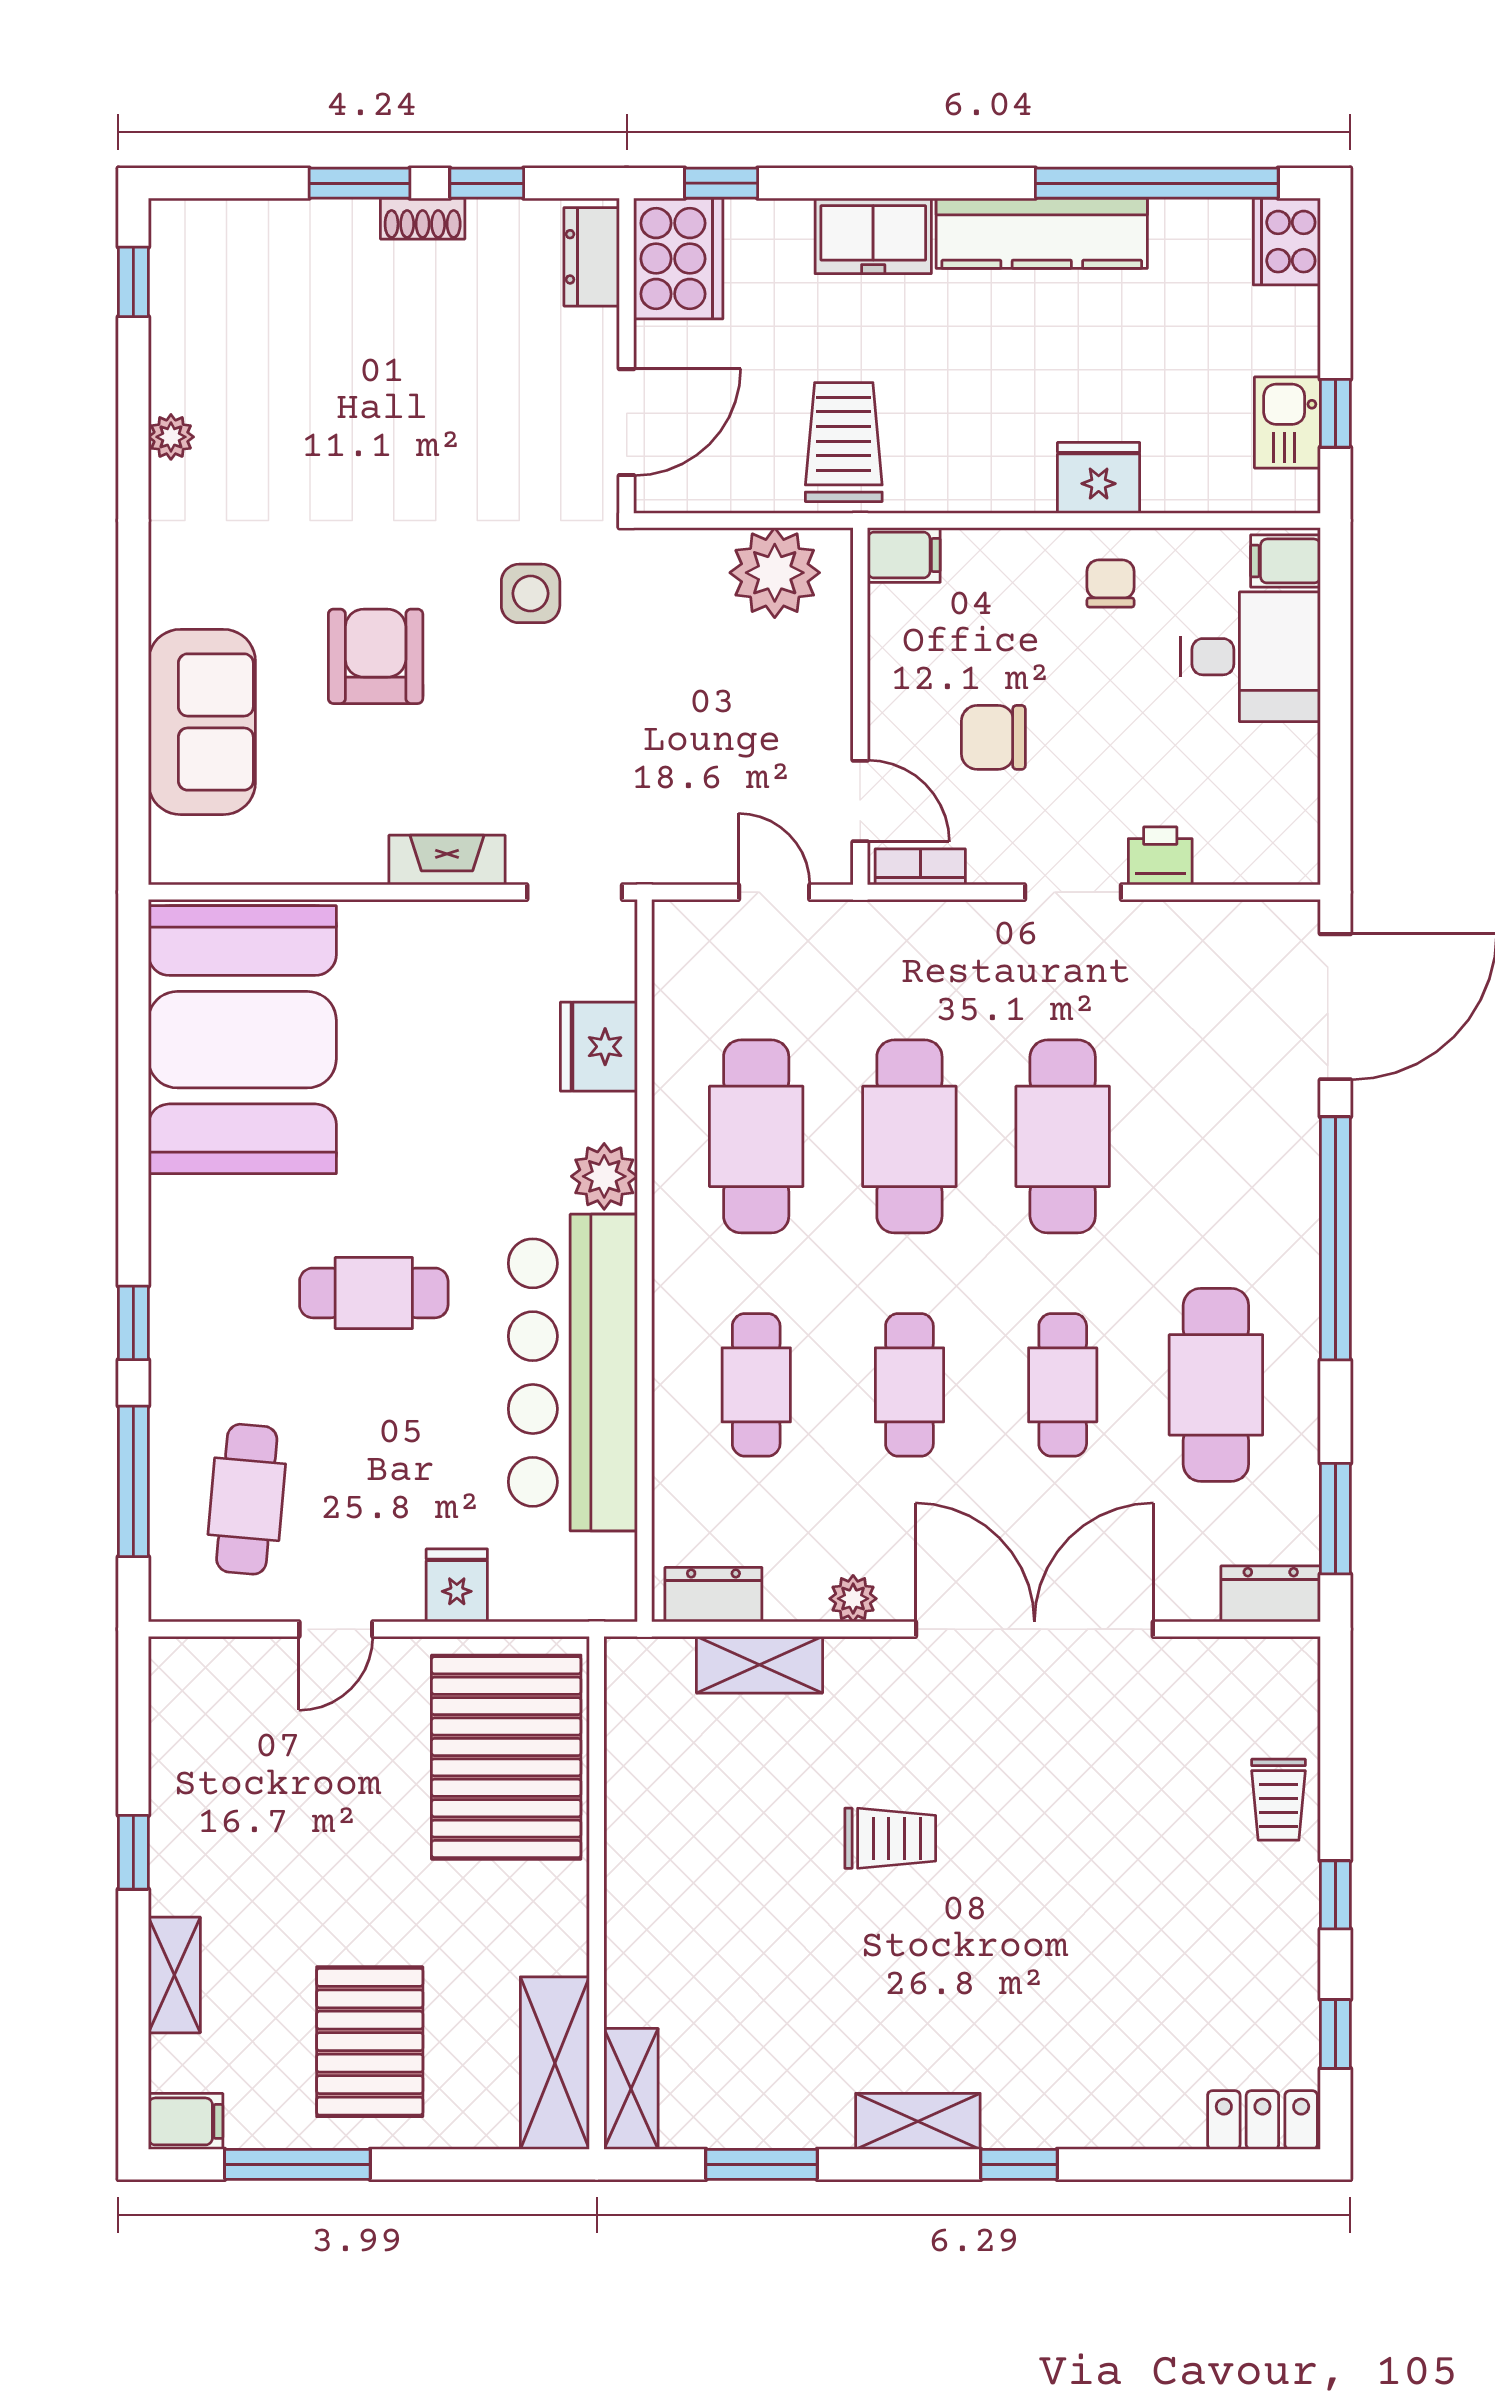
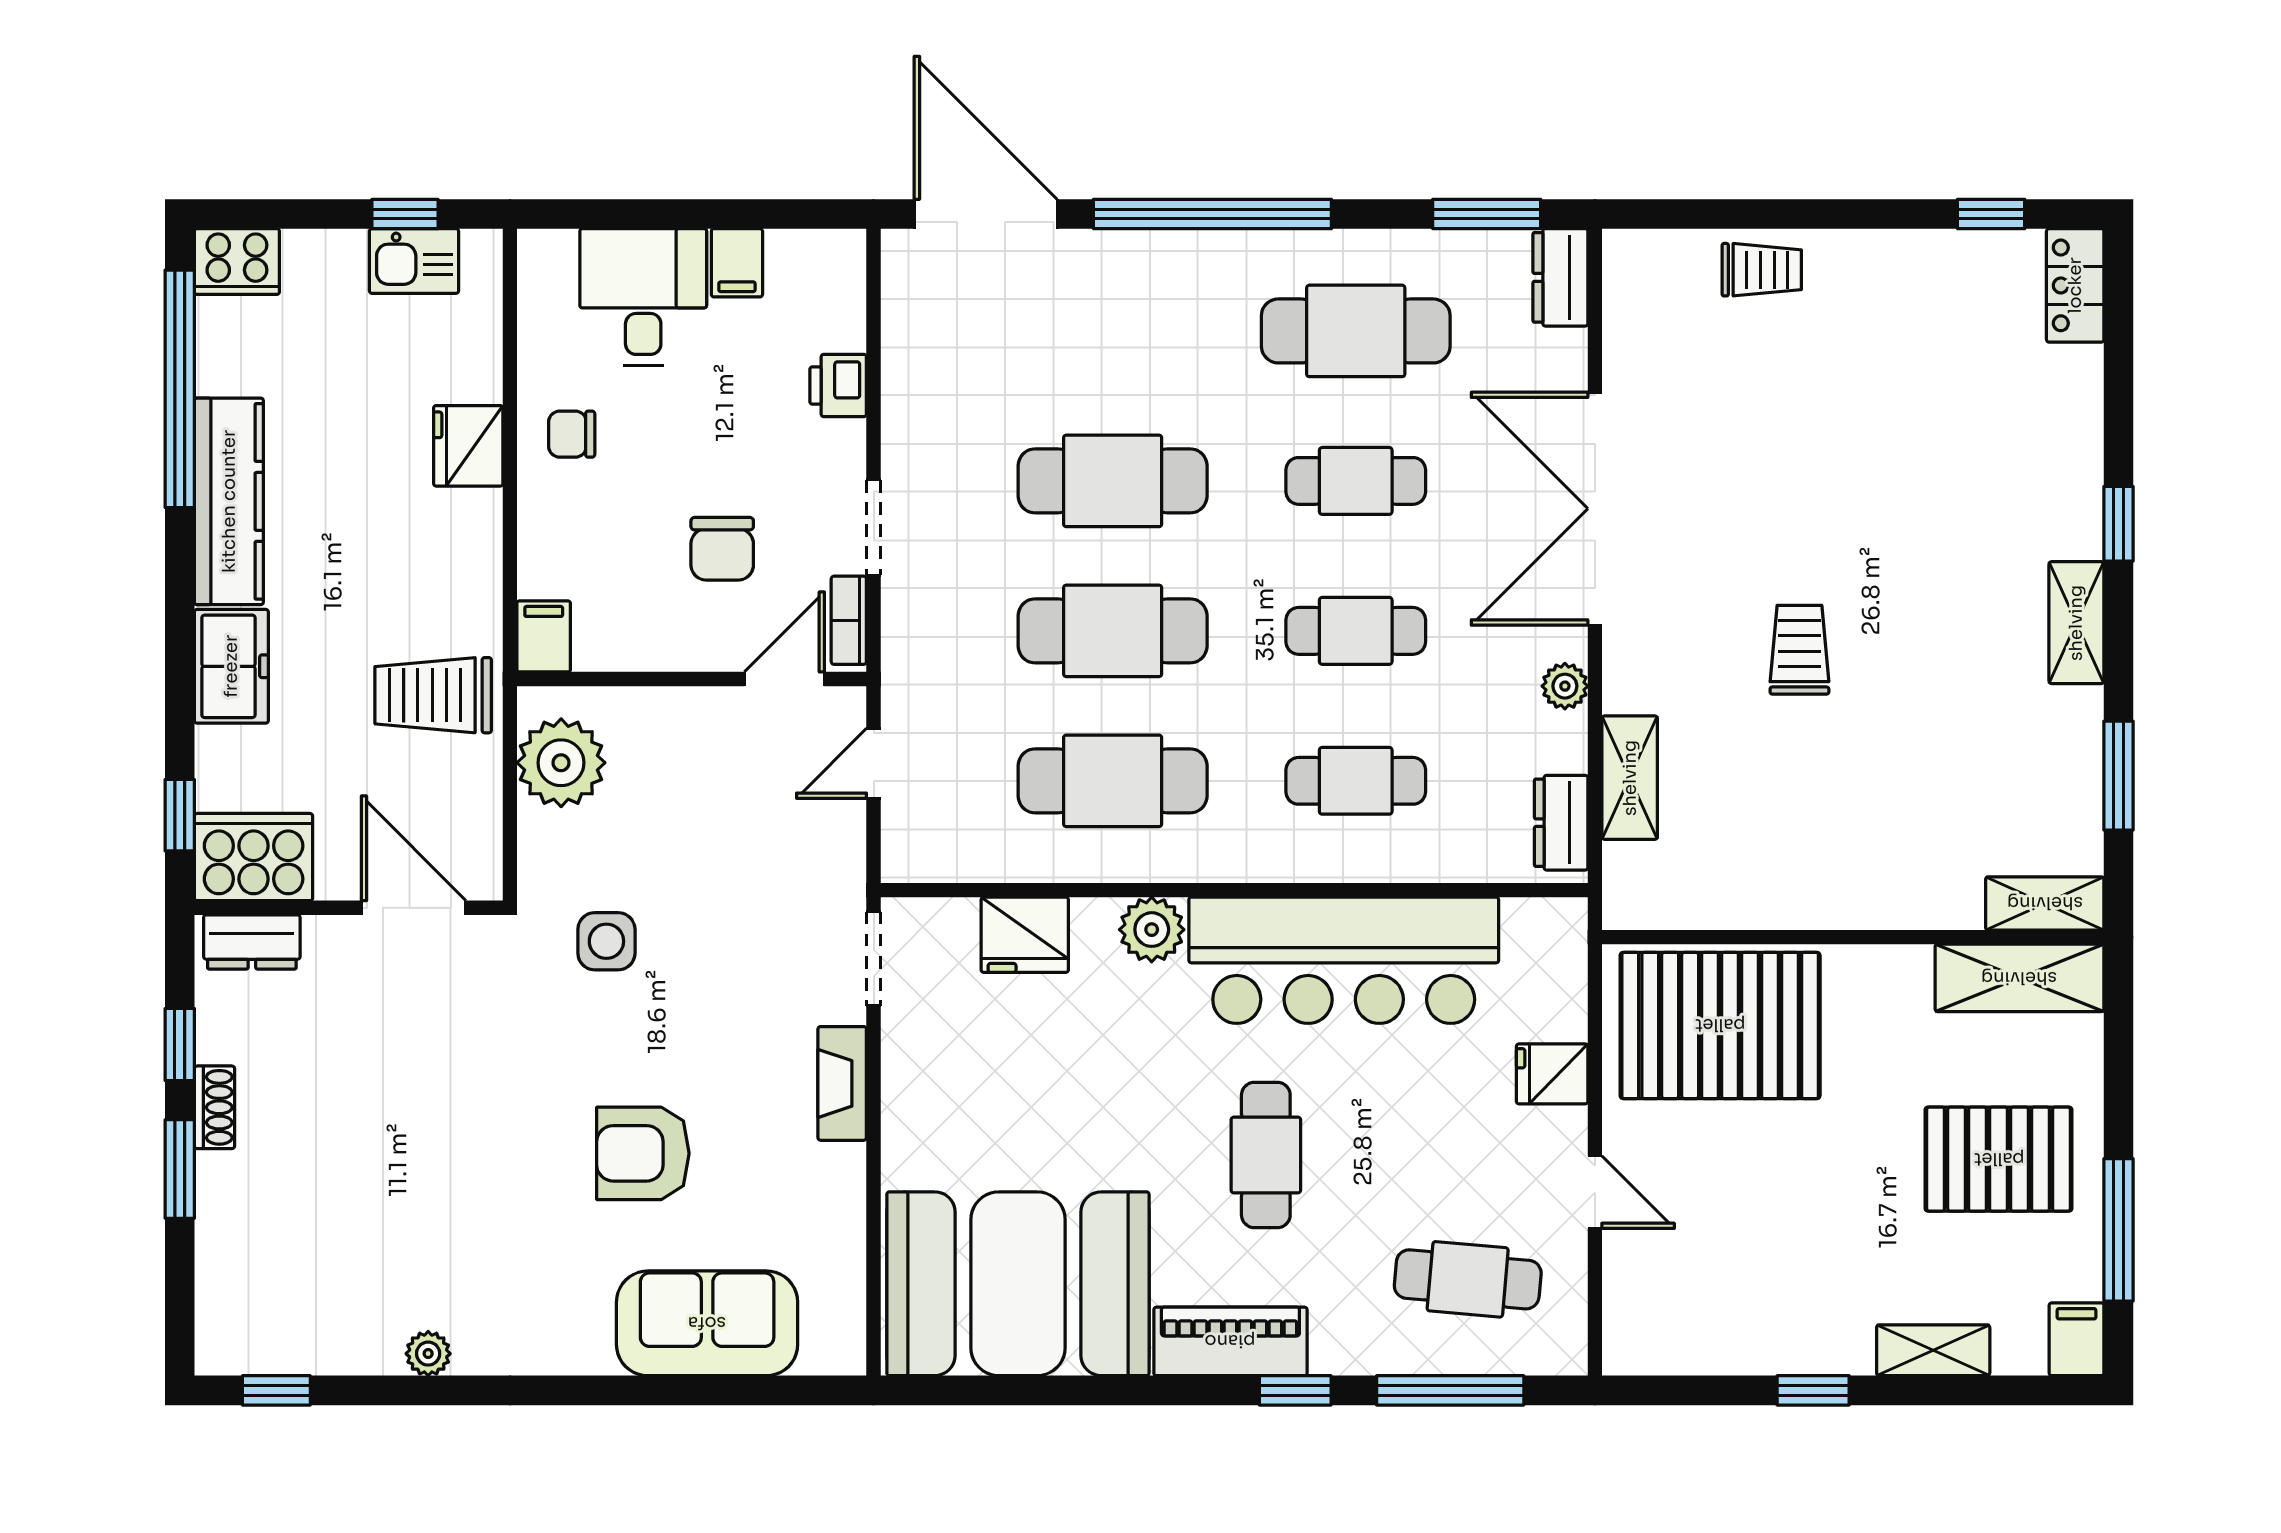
filing cabinet: (1286, 561) -> (737, 263), moved
side table: (531, 593) -> (606, 941), moved
doorway: (1073, 892) -> (874, 528), moved
piano: (183, 1257) -> (1230, 1341), added
window: (1335, 1895) -> (1855, 214), removed

